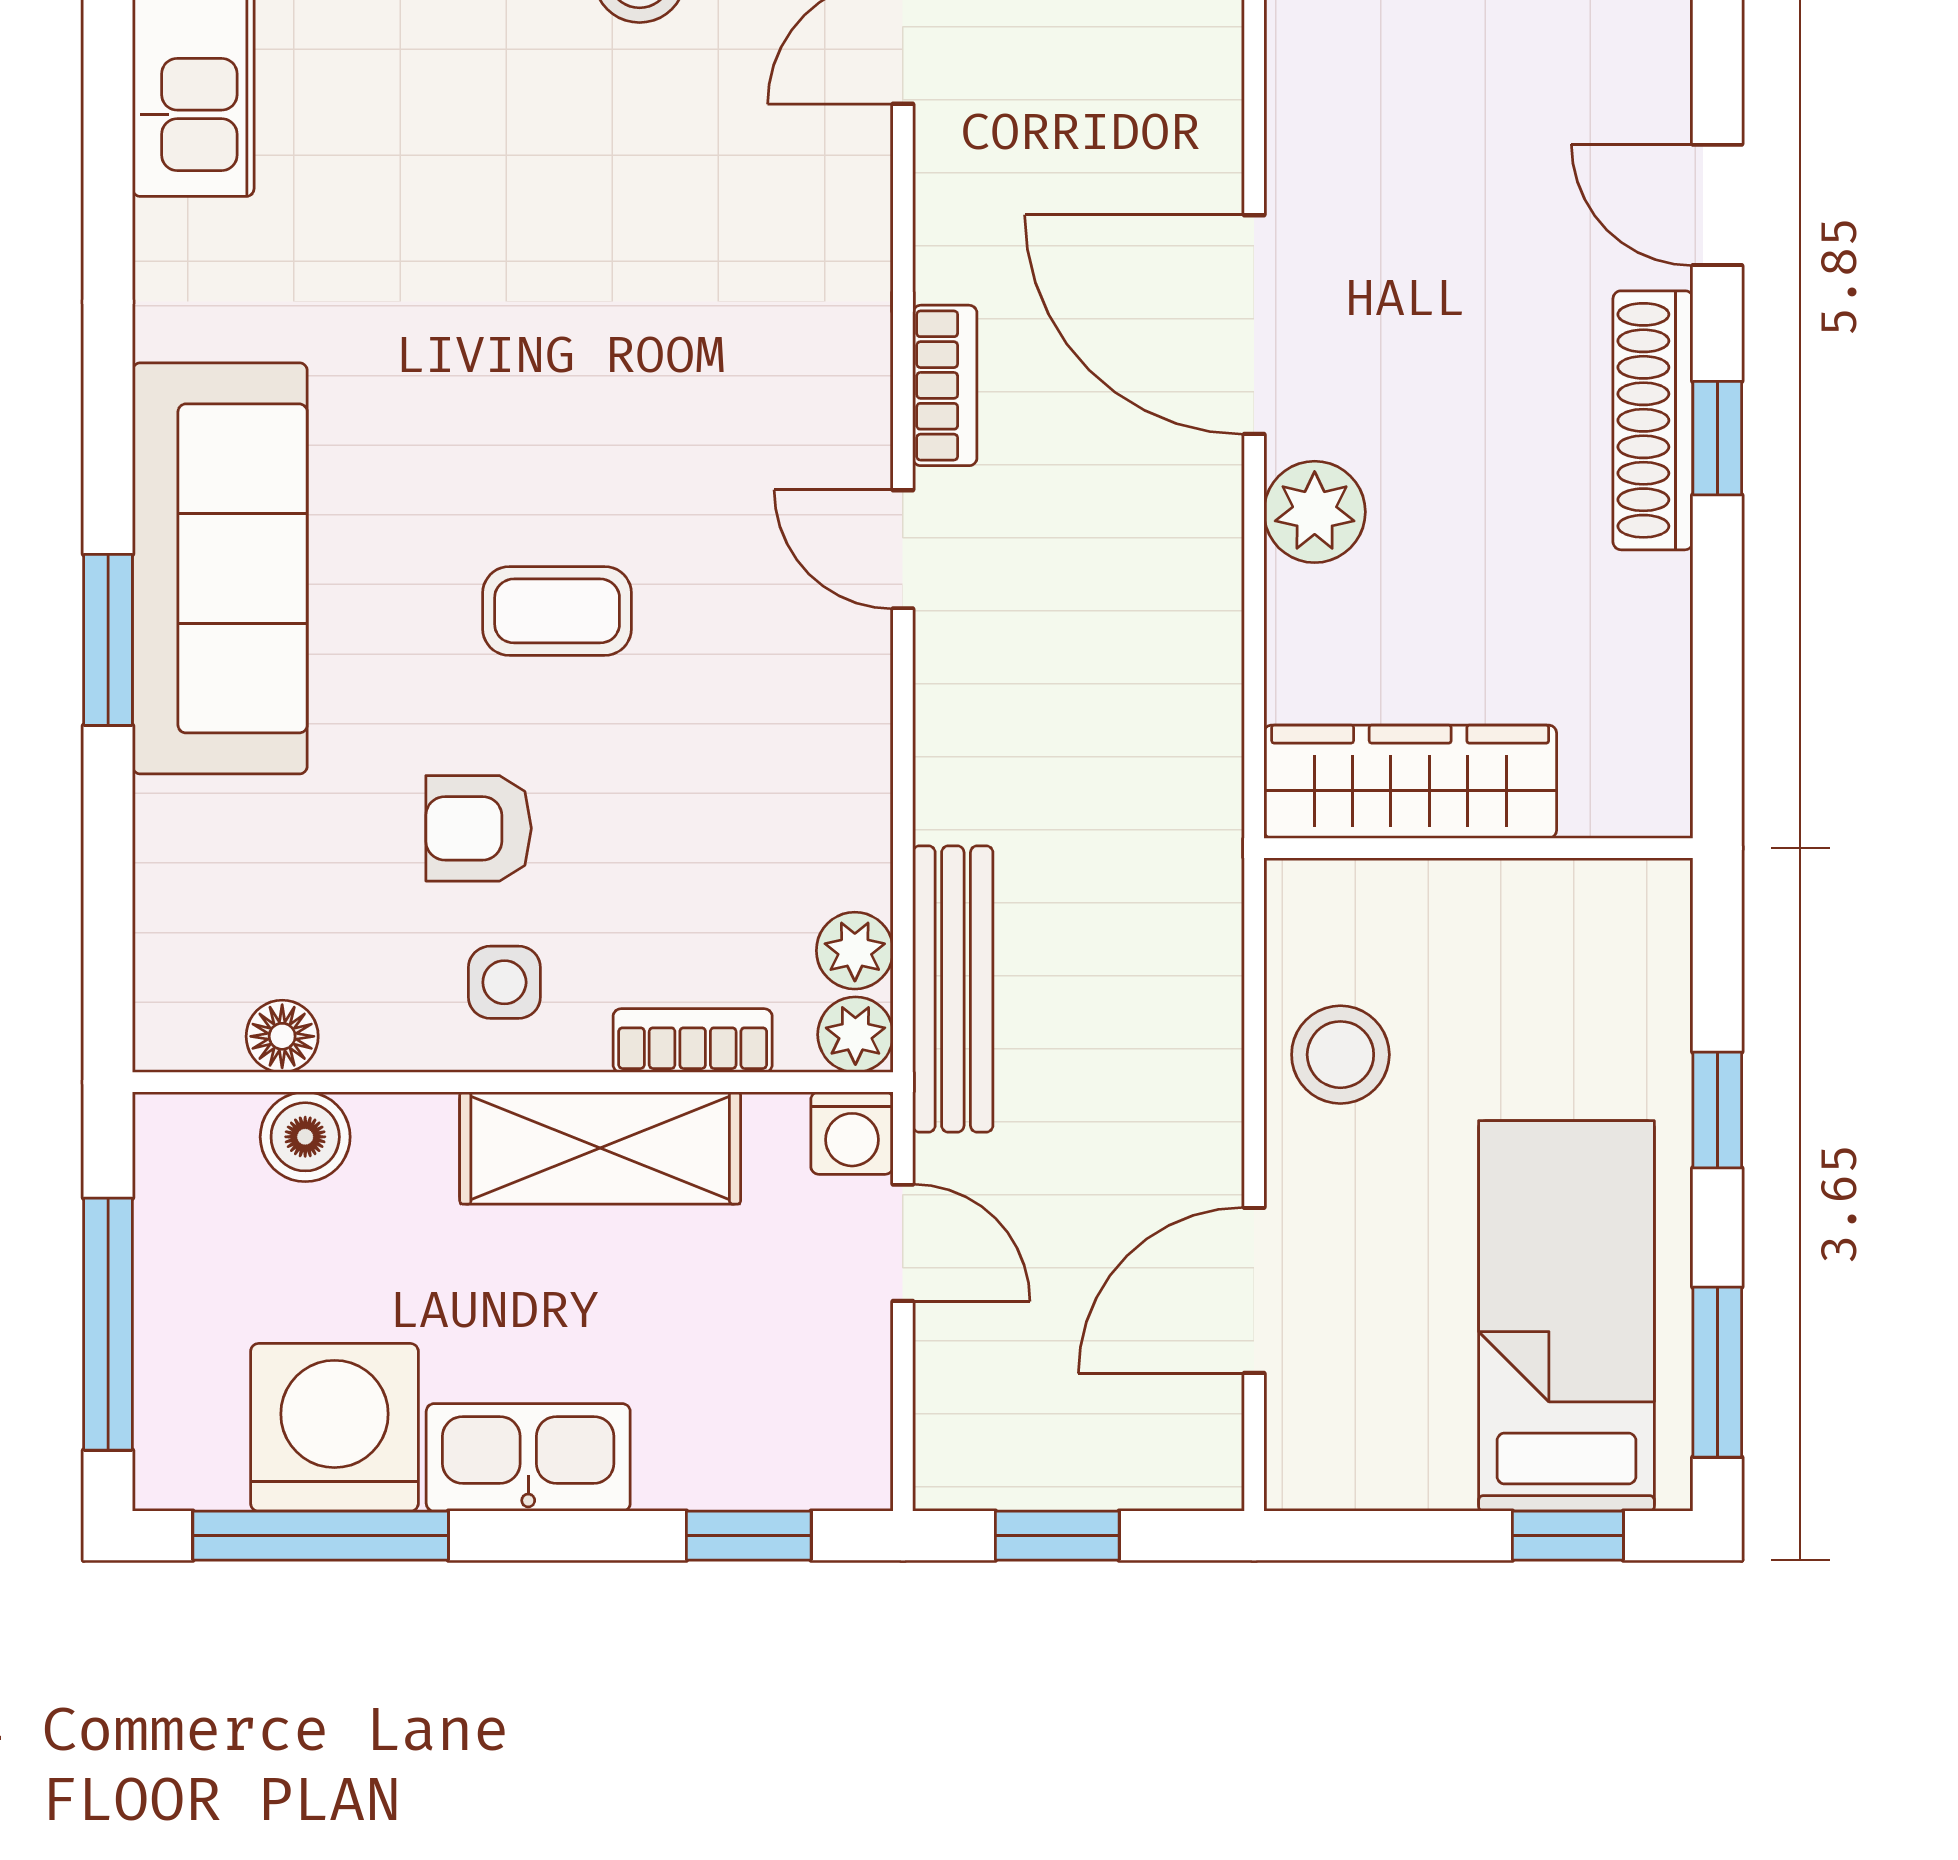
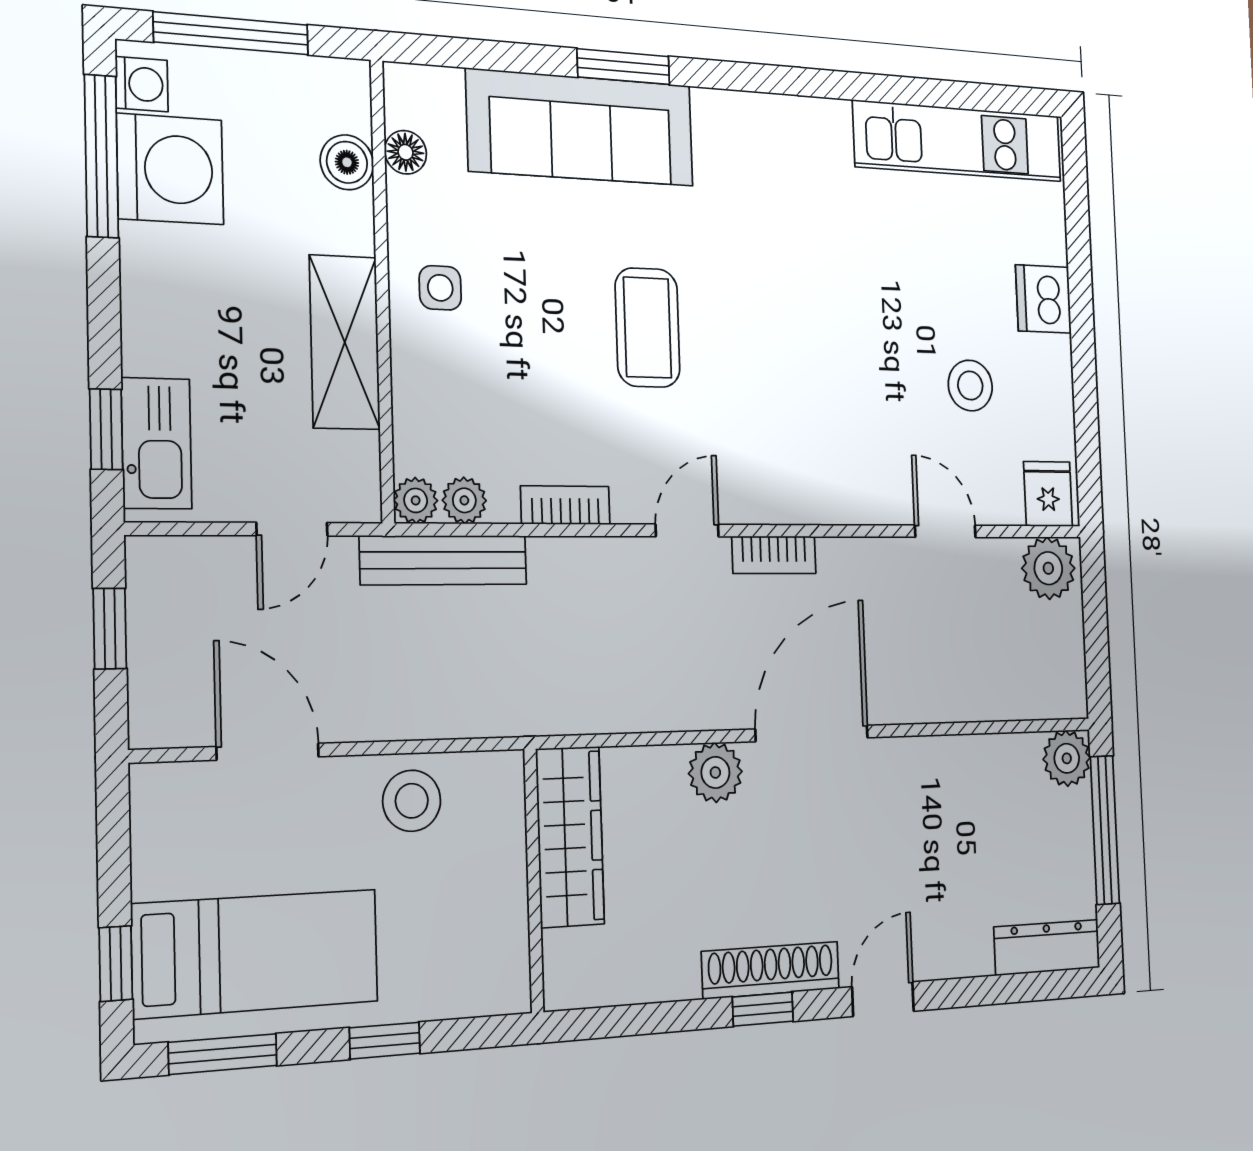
sofa: (220, 568) -> (581, 128), moved
coffee table: (557, 611) -> (648, 328), width x1.36, depth x1.30
armchair: (479, 828) -> (527, 276), removed
bookcase: (693, 1041) -> (565, 505), moved, turned -90
washing machine: (852, 1133) -> (142, 84), moved, turned 180
kitchen sink: (528, 1457) -> (157, 443), moved

